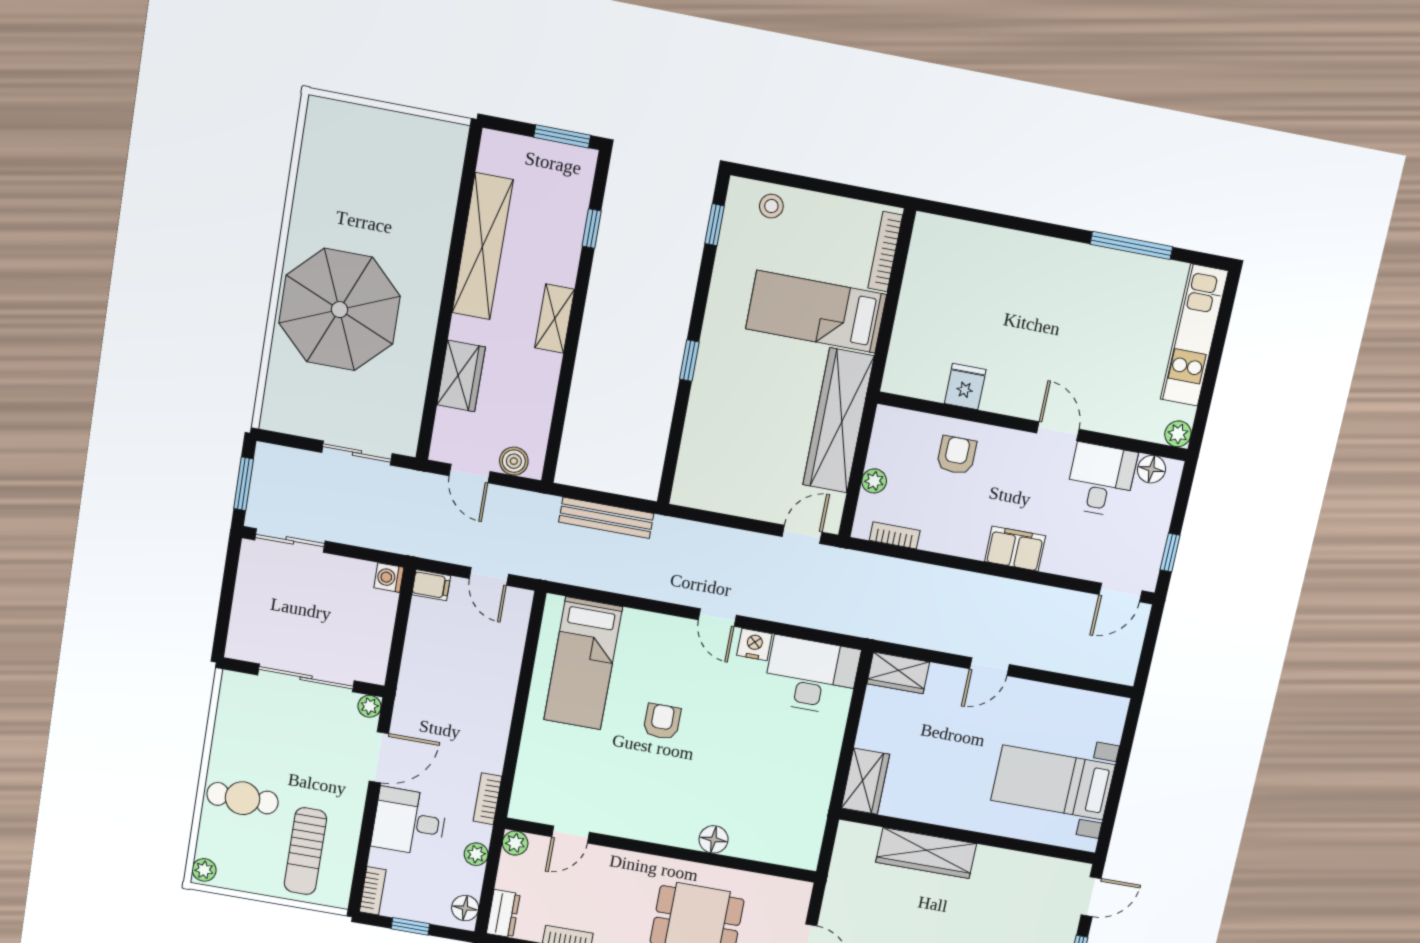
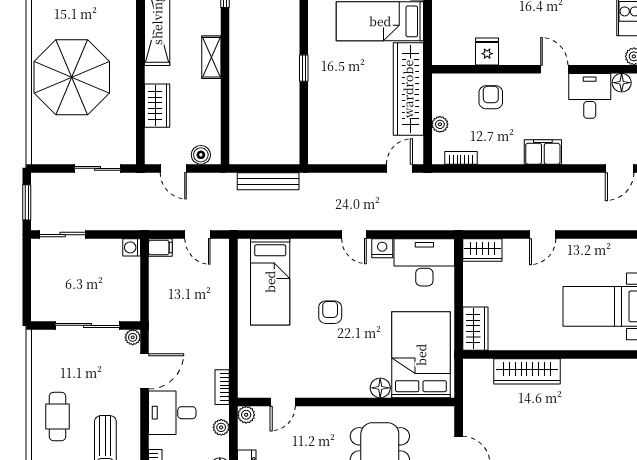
cafe table: (243, 798) -> (58, 417), turned 90
bed: (781, 804) -> (421, 355), added

